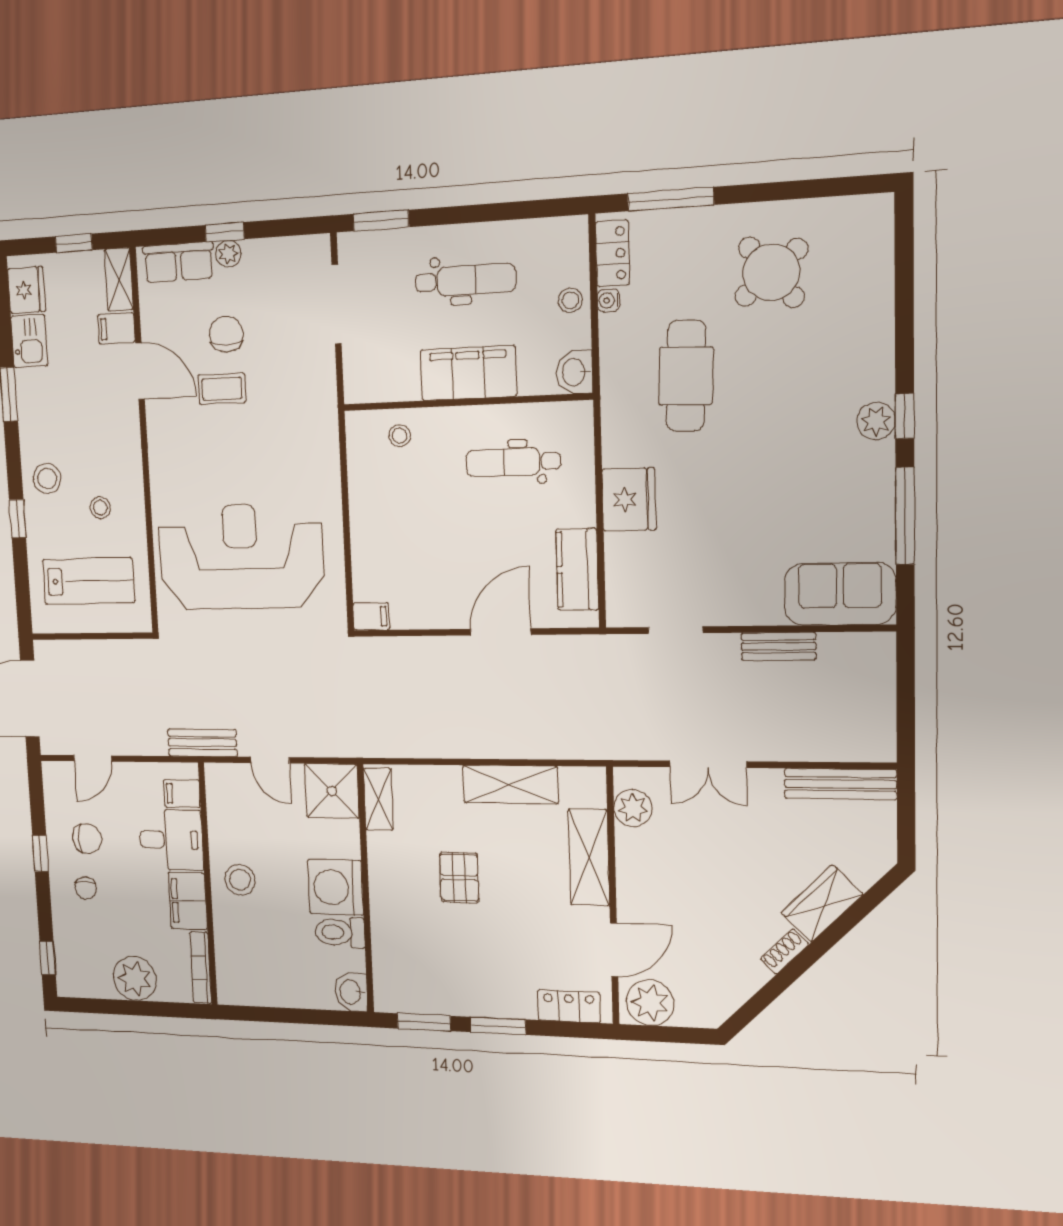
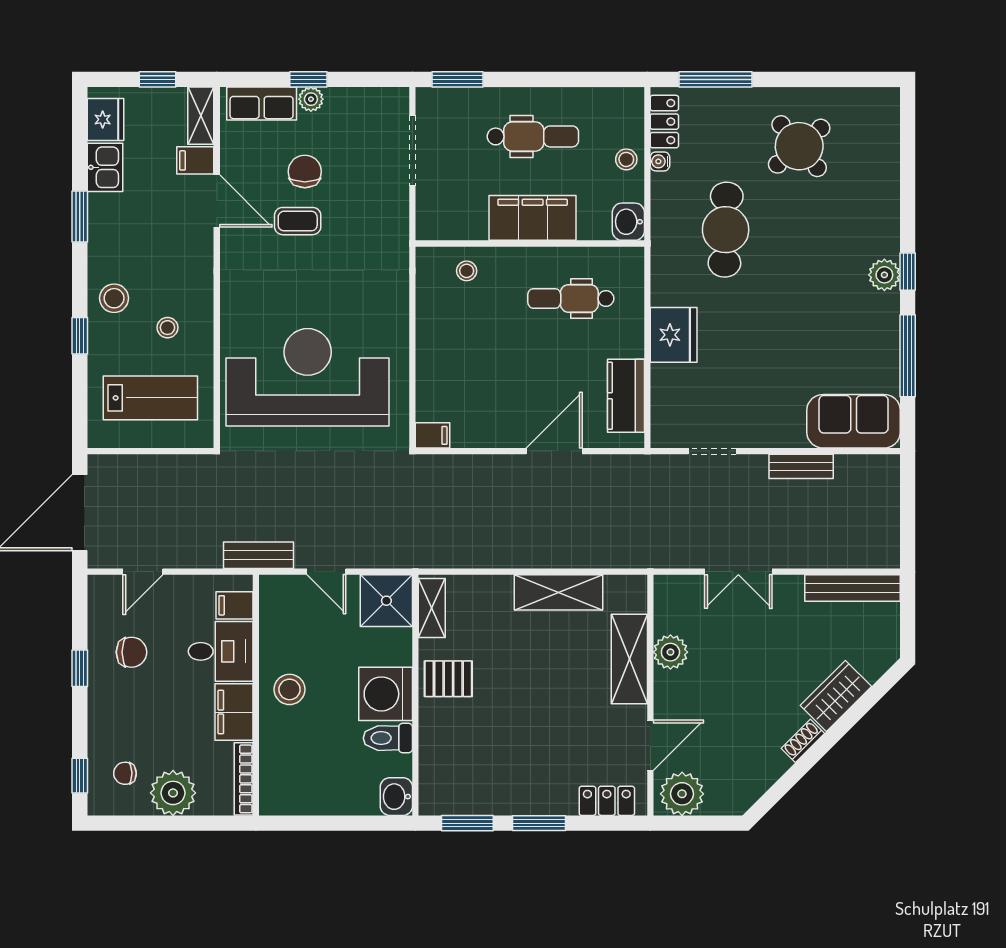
plant: (633, 808) -> (670, 652), moved
pallet: (459, 878) -> (448, 679), moved, turned 90
chair: (86, 888) -> (125, 773), moved, turned 89

